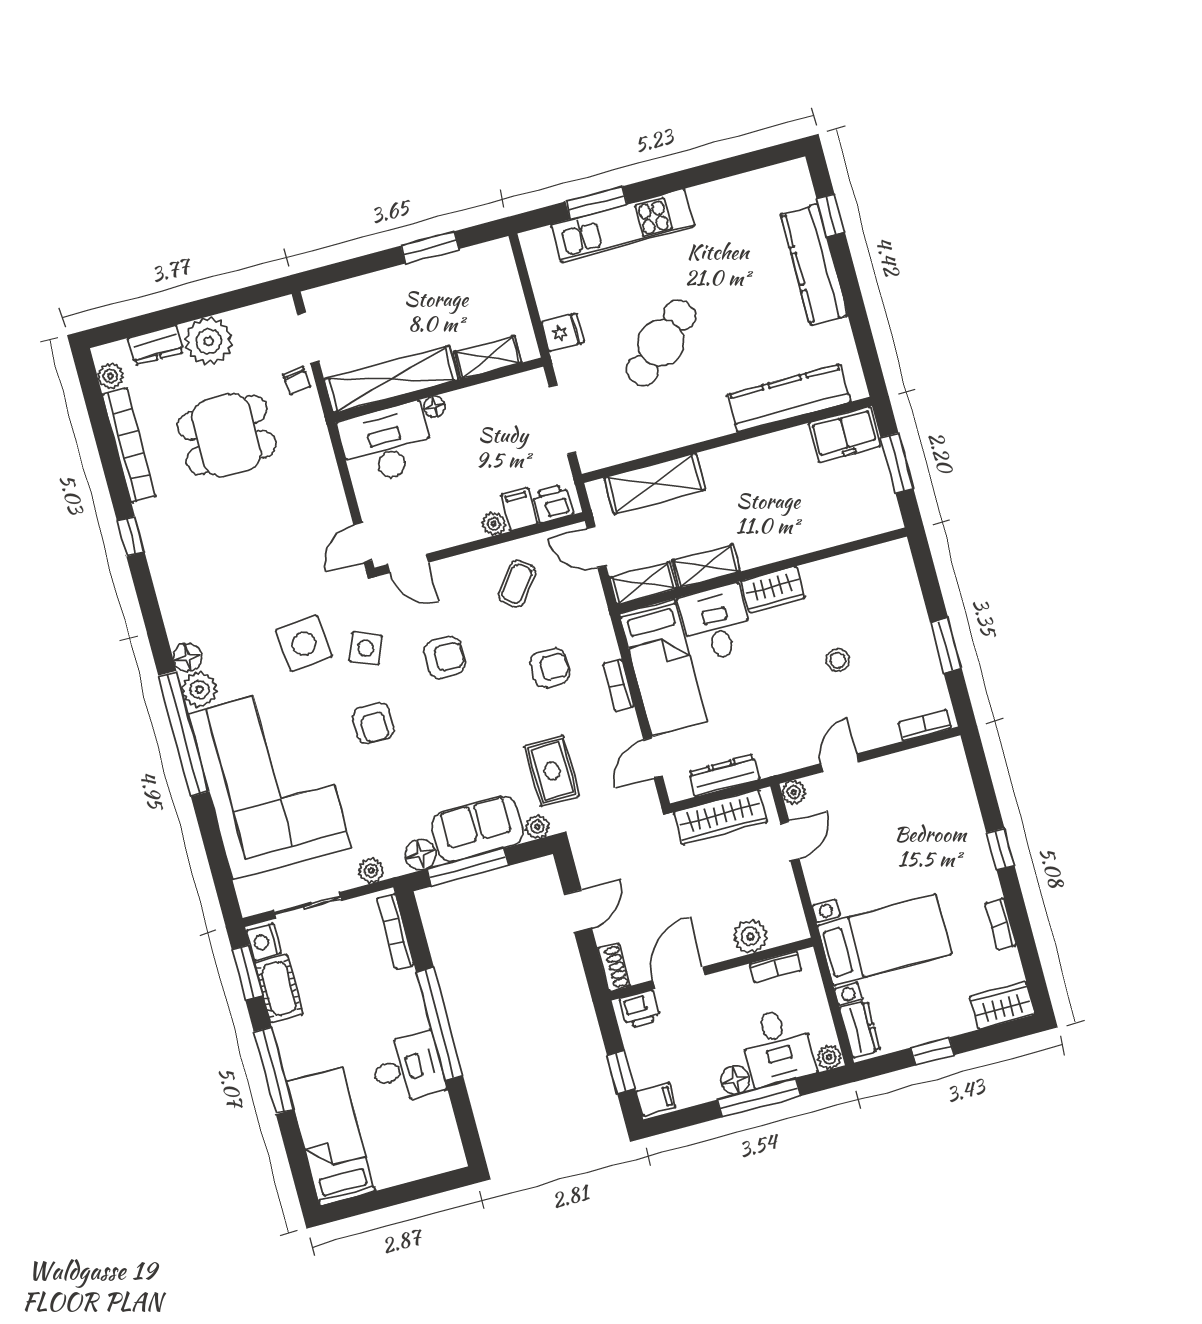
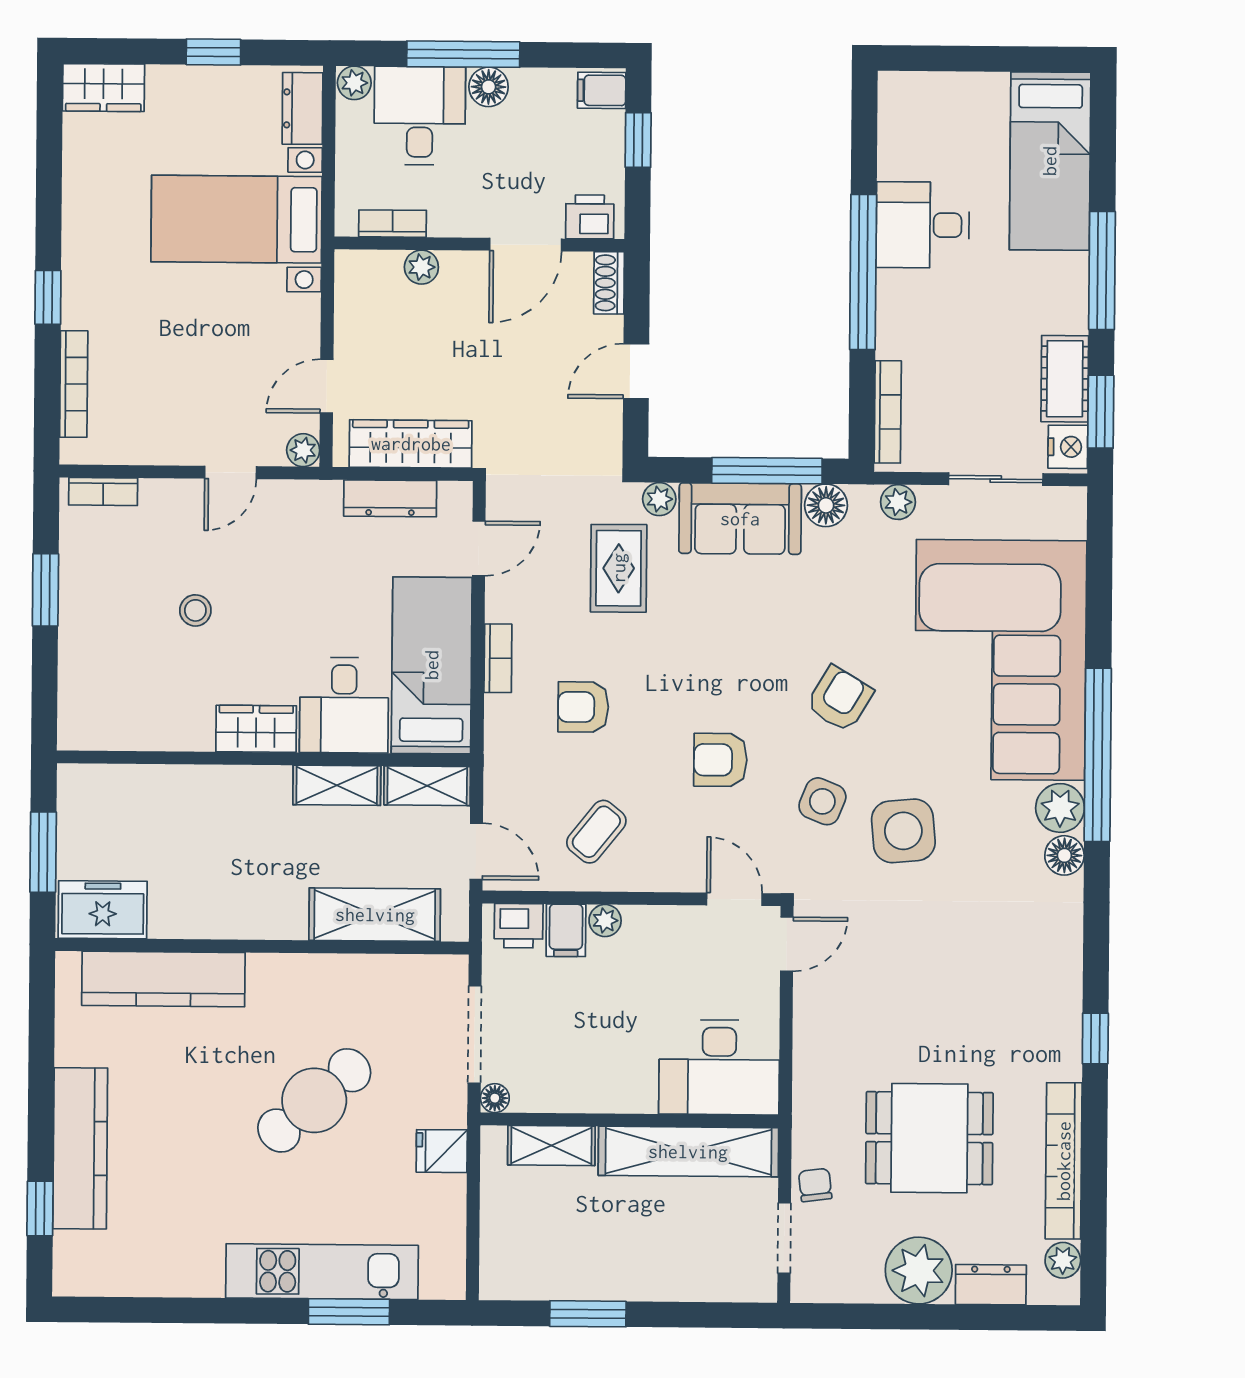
floor lamp: (434, 407) -> (495, 1098), moved
armchair: (373, 723) -> (840, 699), turned 31
bookcase: (1001, 924) -> (74, 384), moved, width x1.56
plant: (750, 936) -> (421, 267), width x0.73, depth x0.73

